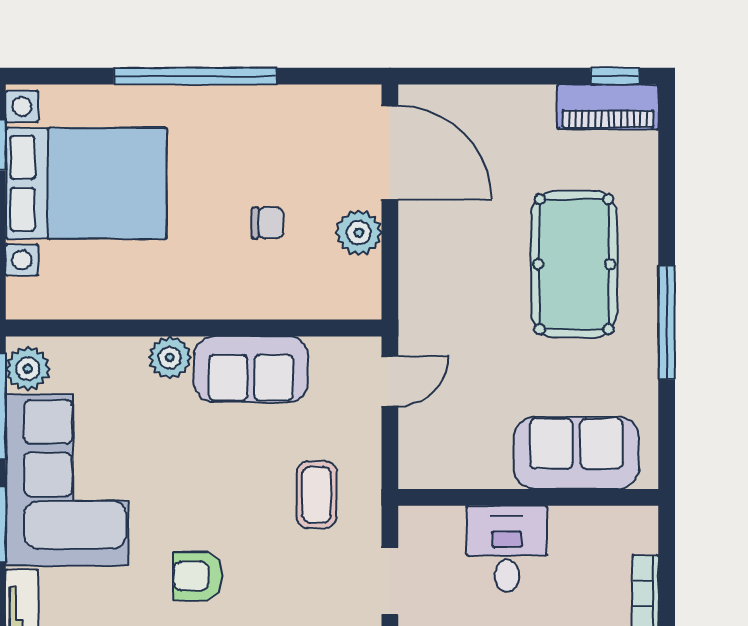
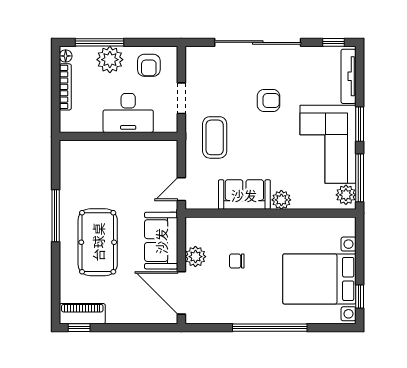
sofa: (576, 453) -> (161, 241), moved, turned 90
coffee table: (317, 495) -> (215, 137), width x1.36, depth x1.30
desk: (507, 549) -> (128, 113), width x1.37

